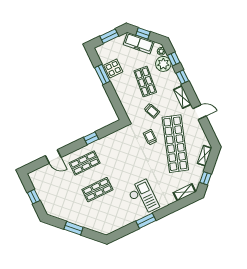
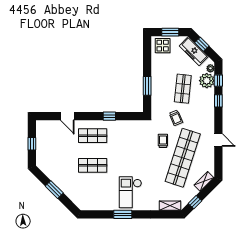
display table: (113, 68) -> (163, 46), moved
window: (102, 74) -> (147, 86), moved
shelving: (182, 97) -> (210, 119), removed
checkout: (143, 197) -> (130, 192), turned 180

